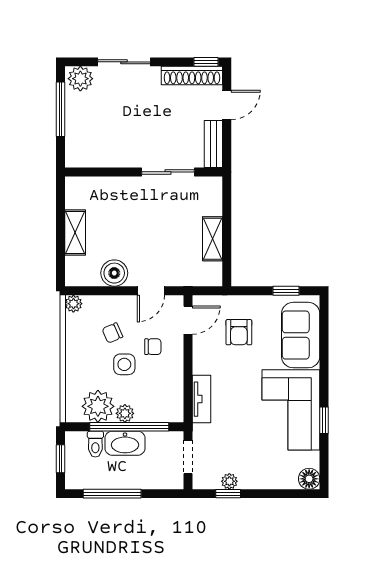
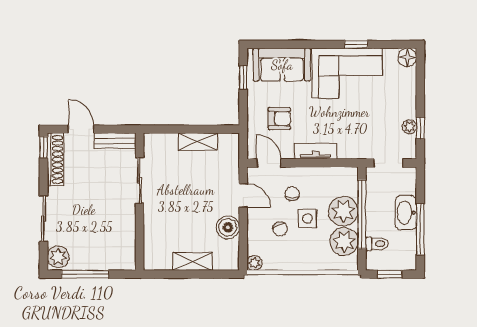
tv unit: (201, 399) -> (316, 151), moved
plant: (125, 413) -> (343, 211), width x1.88, depth x1.88
washbasin: (125, 443) -> (406, 213), moved, turned 180

